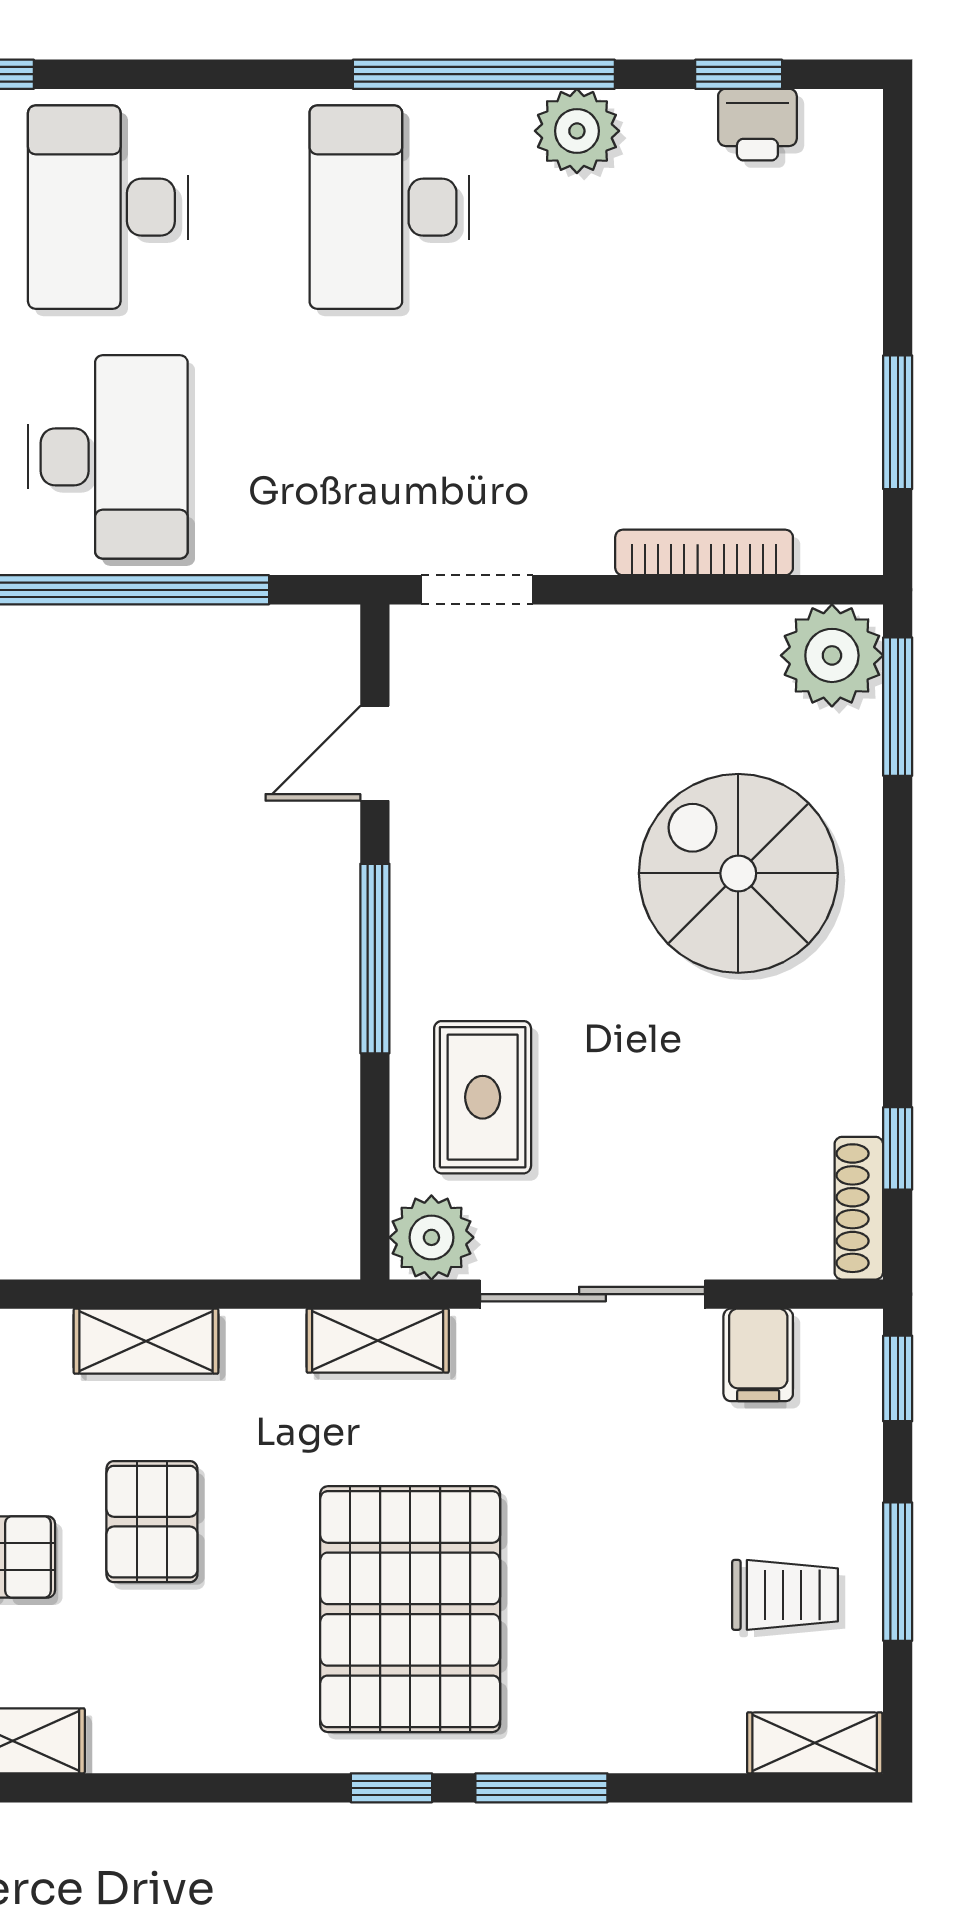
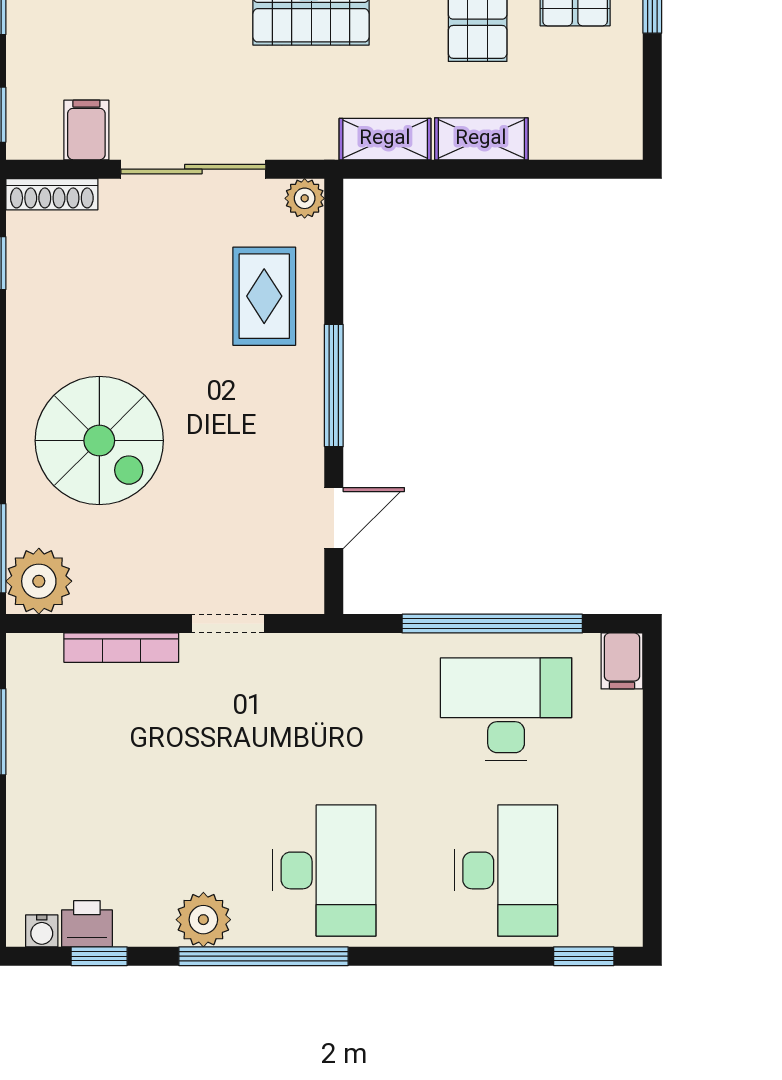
water cooler: (827, 114) -> (42, 931), added
desk: (108, 457) -> (506, 709), turned 90
doorway: (477, 590) -> (228, 624), moved
shoe rack: (859, 1208) -> (52, 194), moved, turned 90
plant: (431, 1237) -> (305, 198), width x0.73, depth x0.73
shelving: (378, 1341) -> (385, 139), moved

